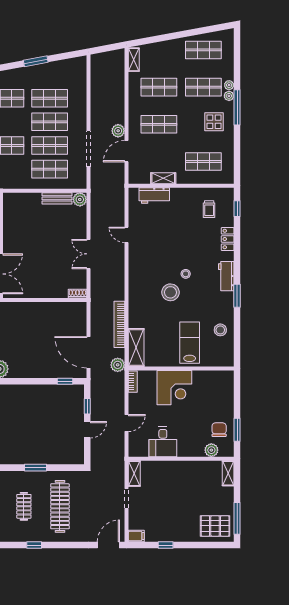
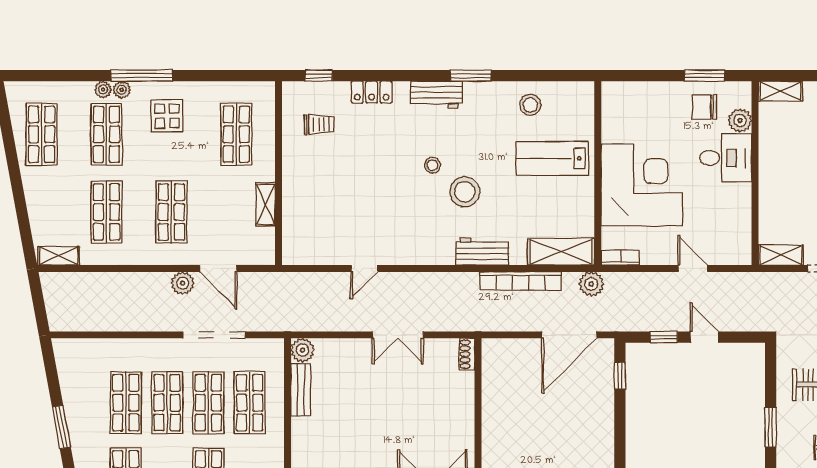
workbench: (154, 195) -> (482, 251), moved, turned -90
corner desk: (174, 388) -> (642, 185), width x1.36, depth x1.36
desk: (163, 442) -> (726, 158), moved

